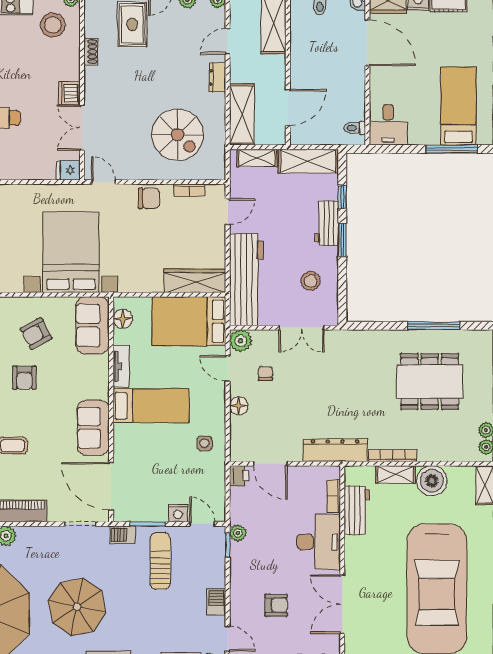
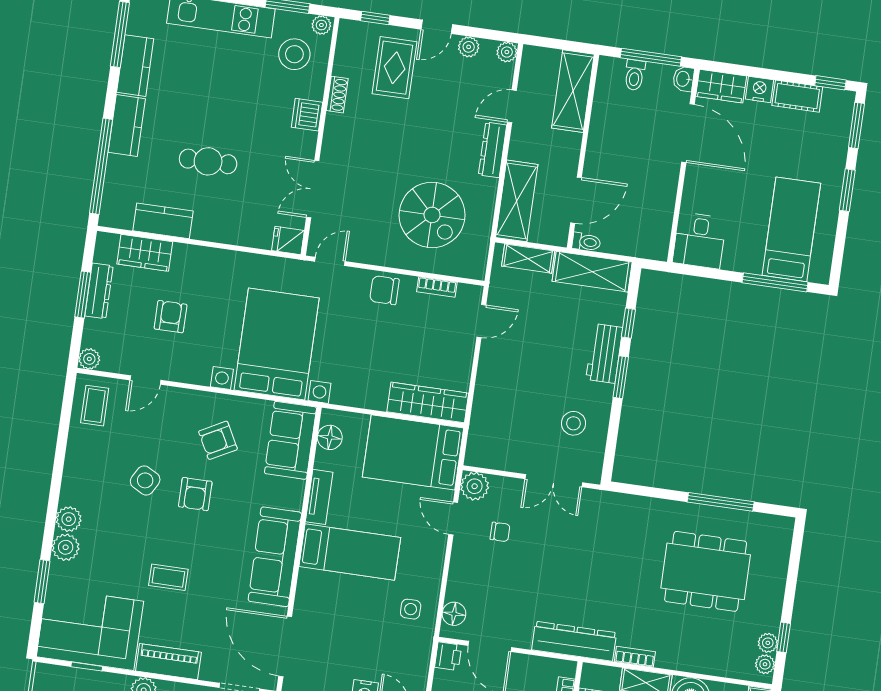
dresser: (217, 77) -> (493, 150), width x1.44
dishwasher: (69, 93) -> (307, 115), moved
toilet: (355, 128) -> (586, 242), moved, turned 180
door: (103, 182) -> (330, 261), hinge flipped
chair: (149, 198) -> (384, 290), turned 180
workbench: (246, 280) -> (493, 410), removed
chair: (265, 373) -> (500, 532), turned 90
floor lamp: (239, 406) -> (454, 614), moved
sofa: (93, 428) -> (275, 557), width x1.36
bookcase: (393, 456) -> (635, 657), width x0.64

